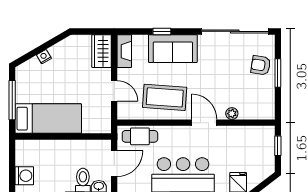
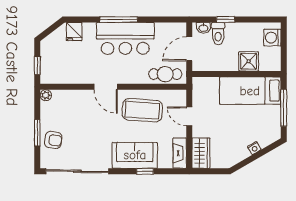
plant: (232, 114) -> (46, 95), moved
shower: (50, 150) -> (249, 61), added

